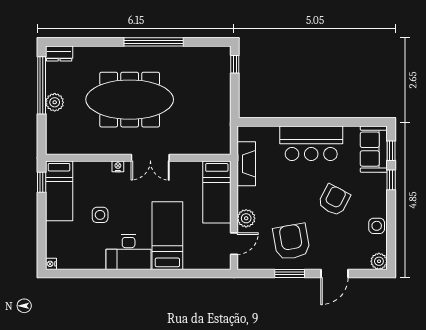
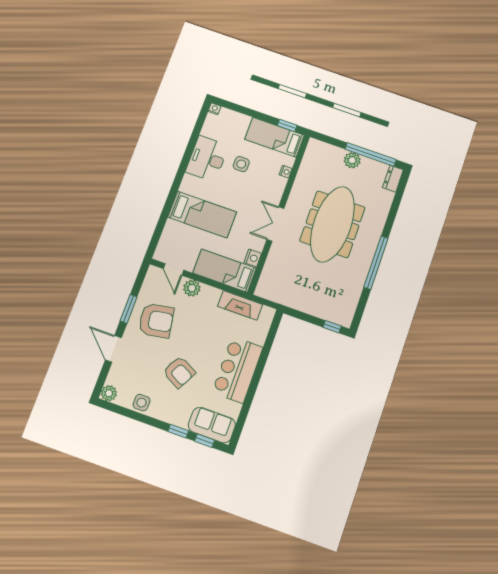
nightstand: (118, 166) -> (286, 172), moved
nightstand: (194, 168) -> (253, 258), added
desk: (129, 252) -> (207, 159), moved

